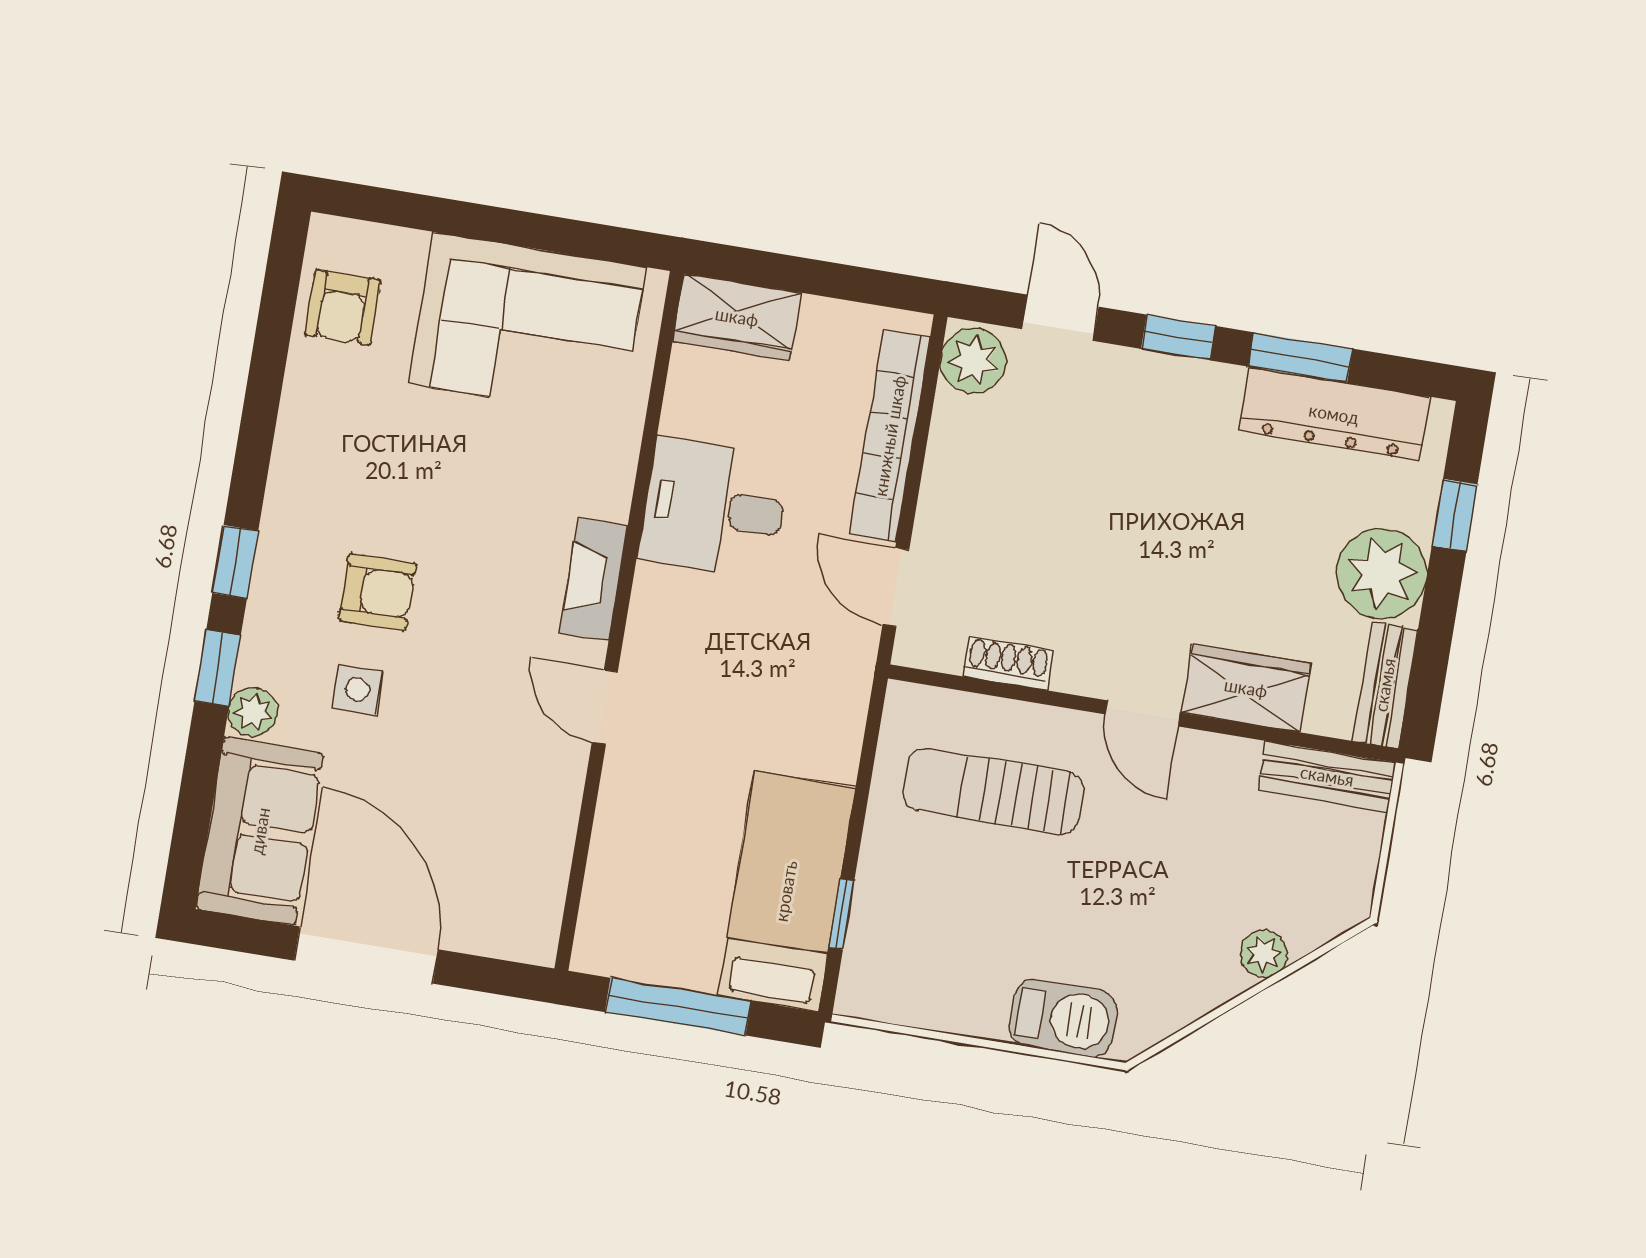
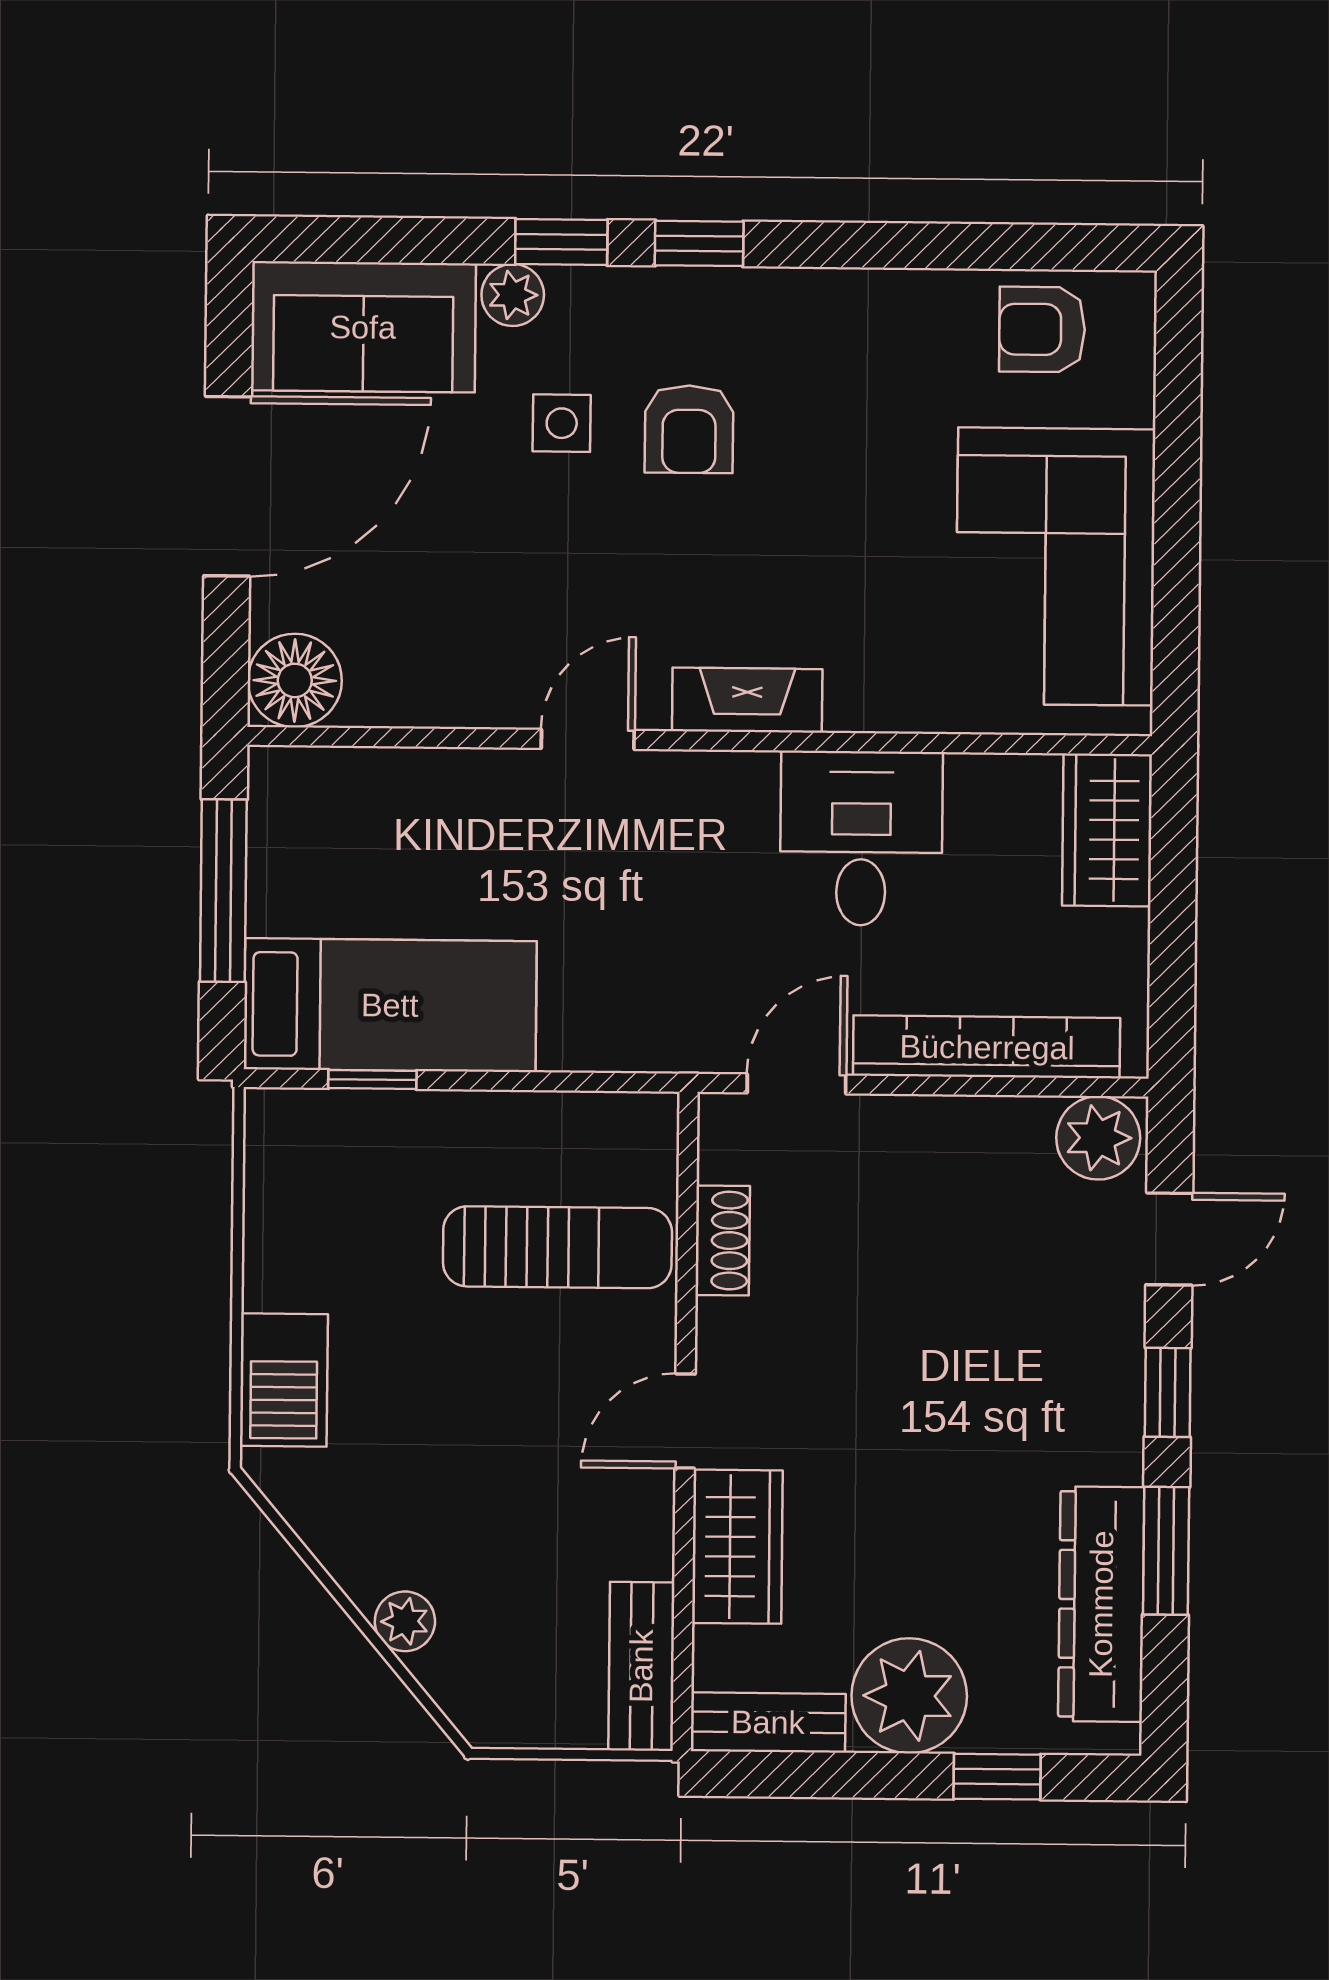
sun lounger: (993, 791) -> (557, 1247), turned 90
floor lamp: (524, 926) -> (295, 680), added

